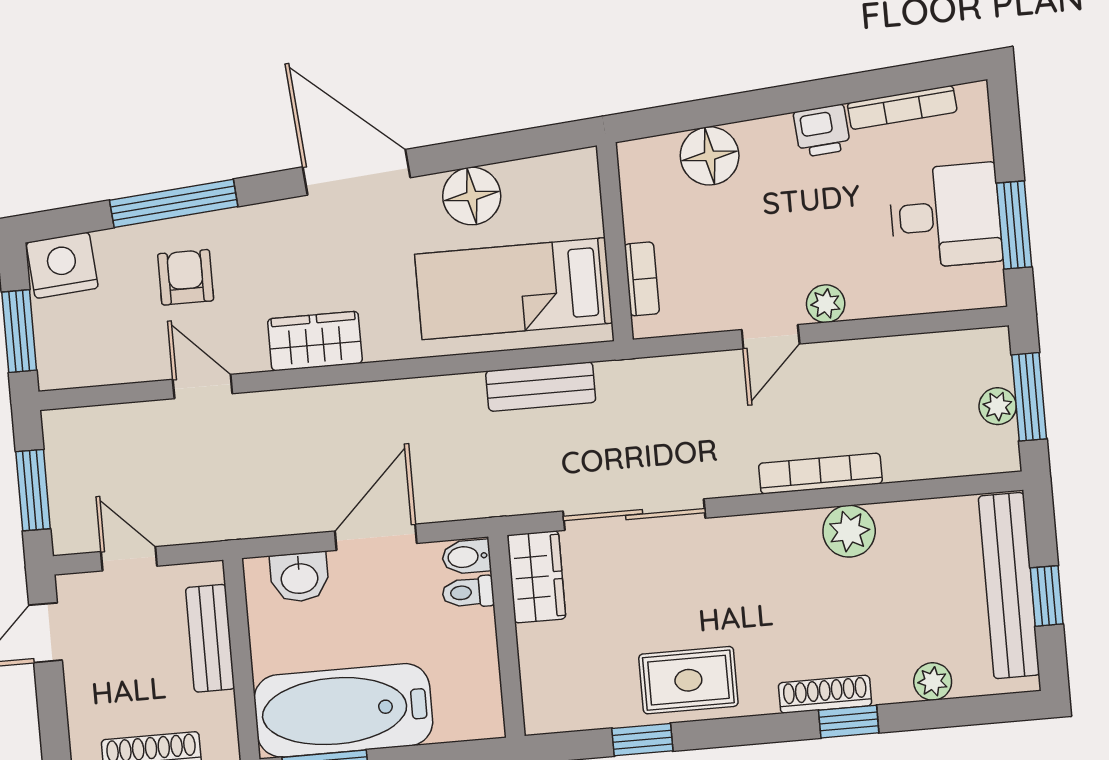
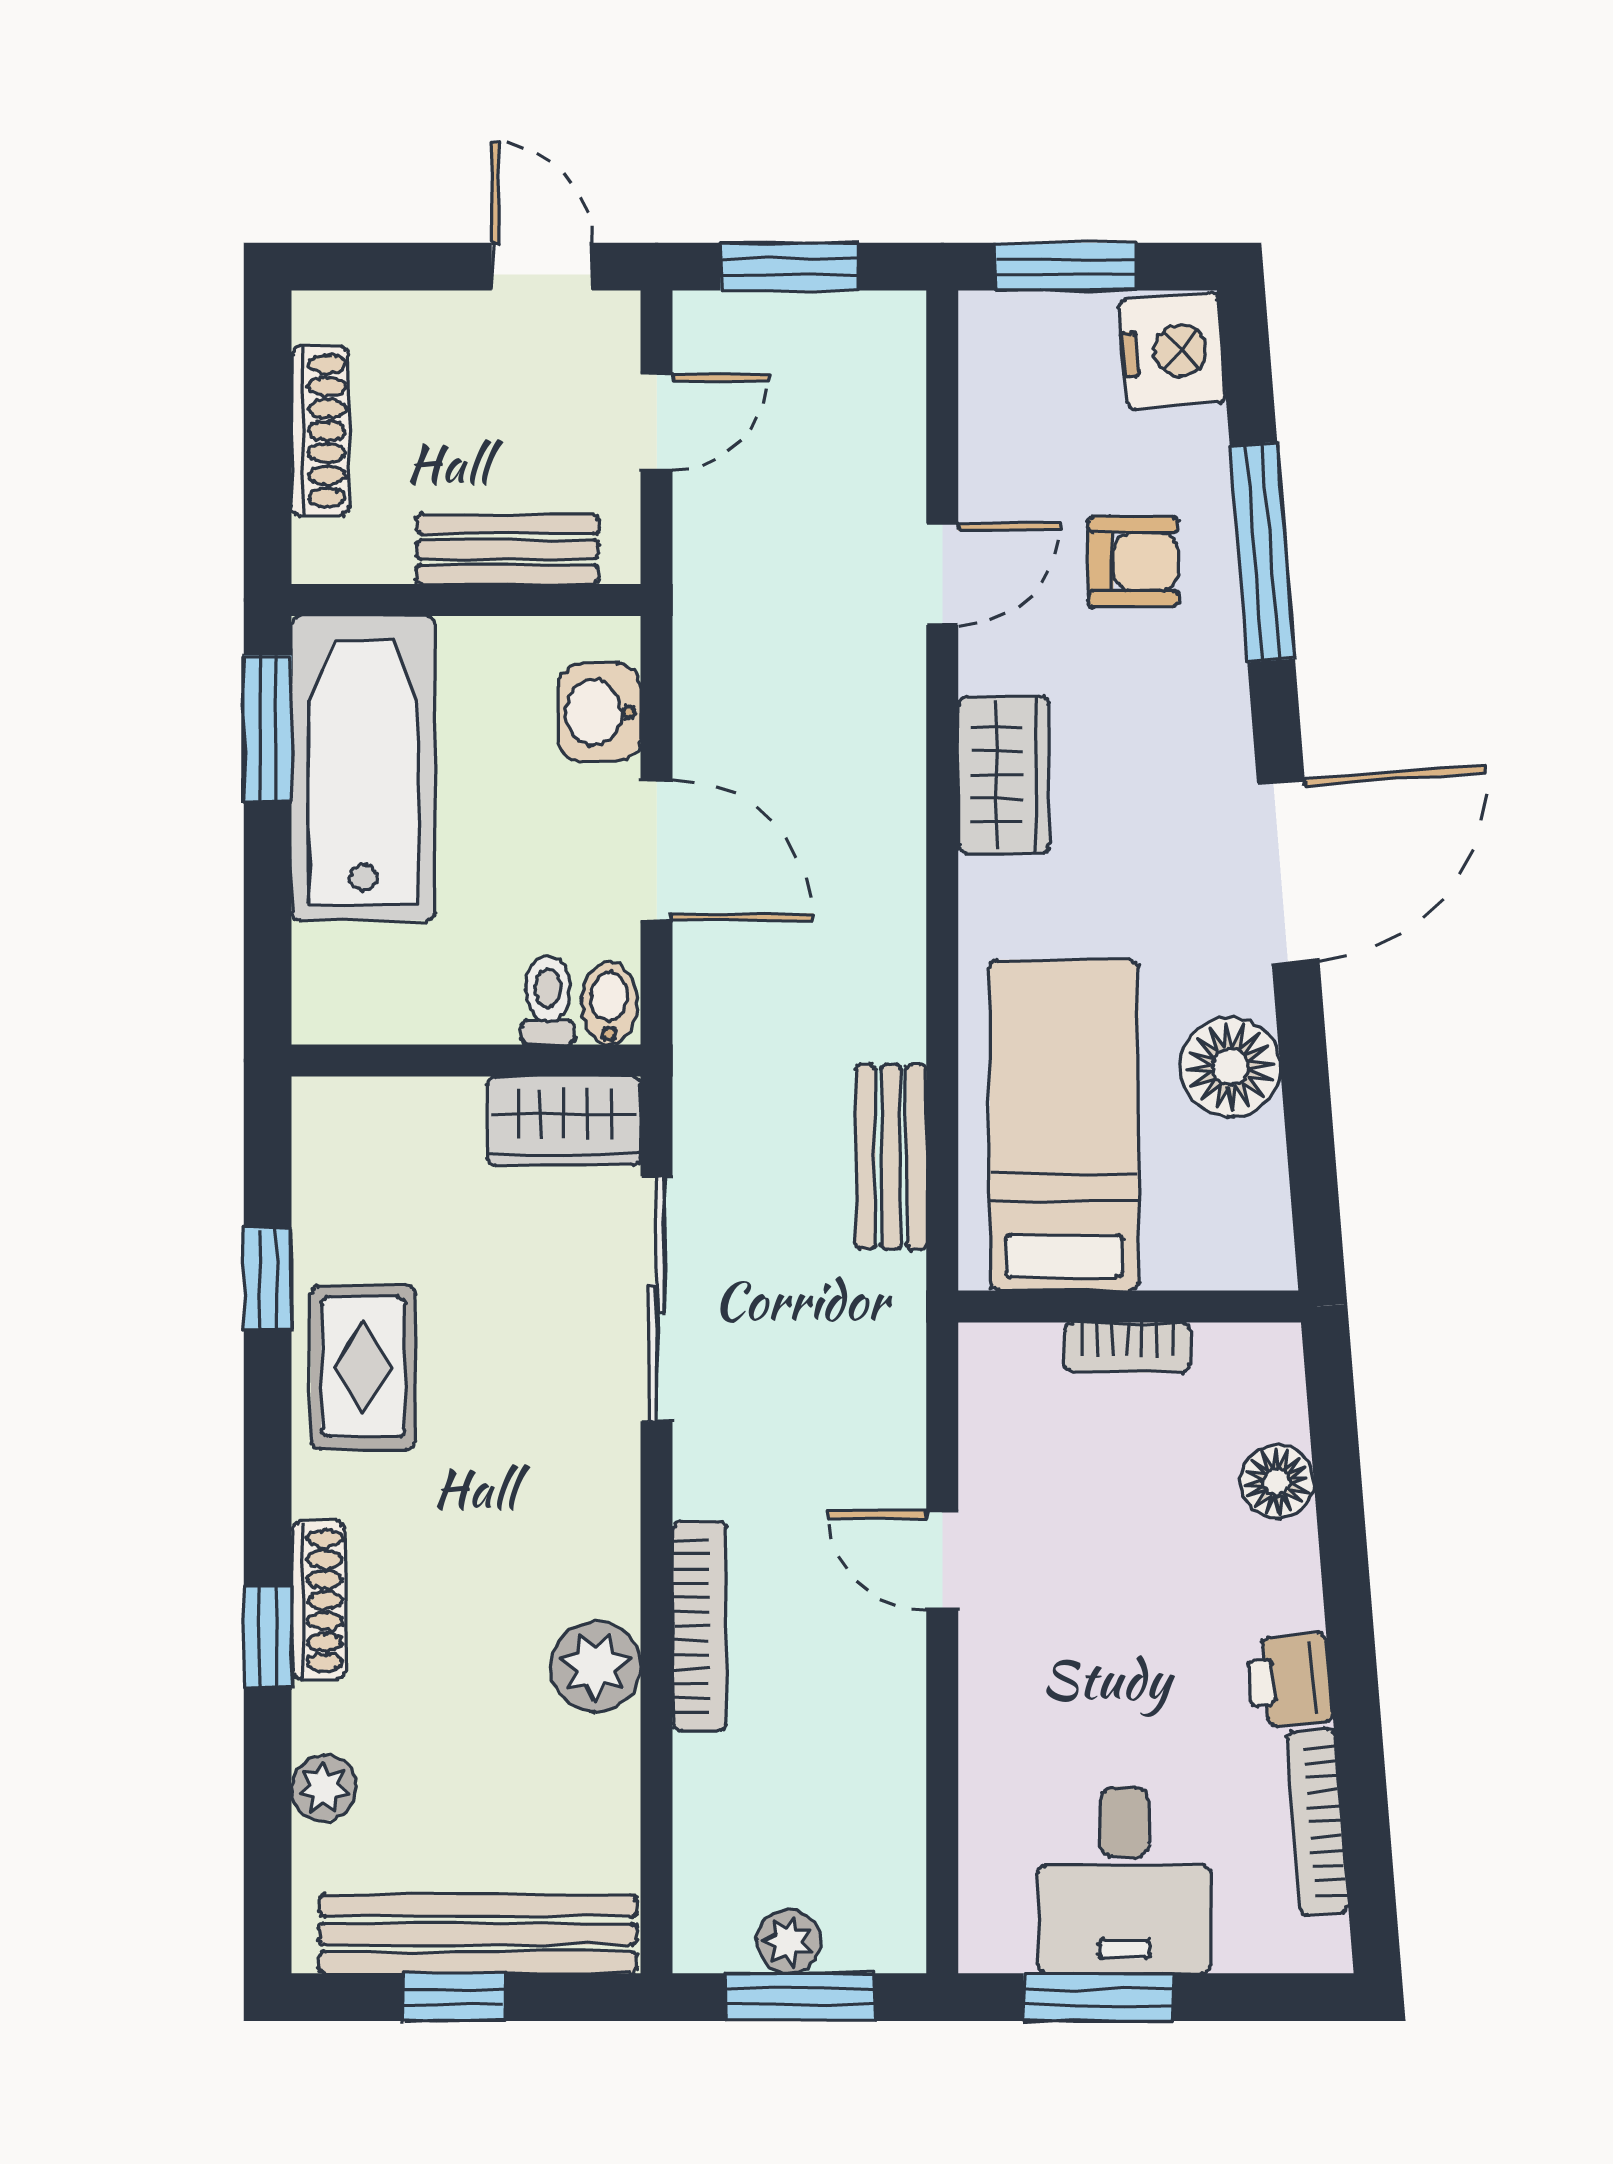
floor lamp: (710, 156) -> (1277, 1482), width x0.73, depth x0.73
bookcase: (642, 279) -> (1127, 1347), moved
plant: (826, 304) -> (991, 1660), removed

